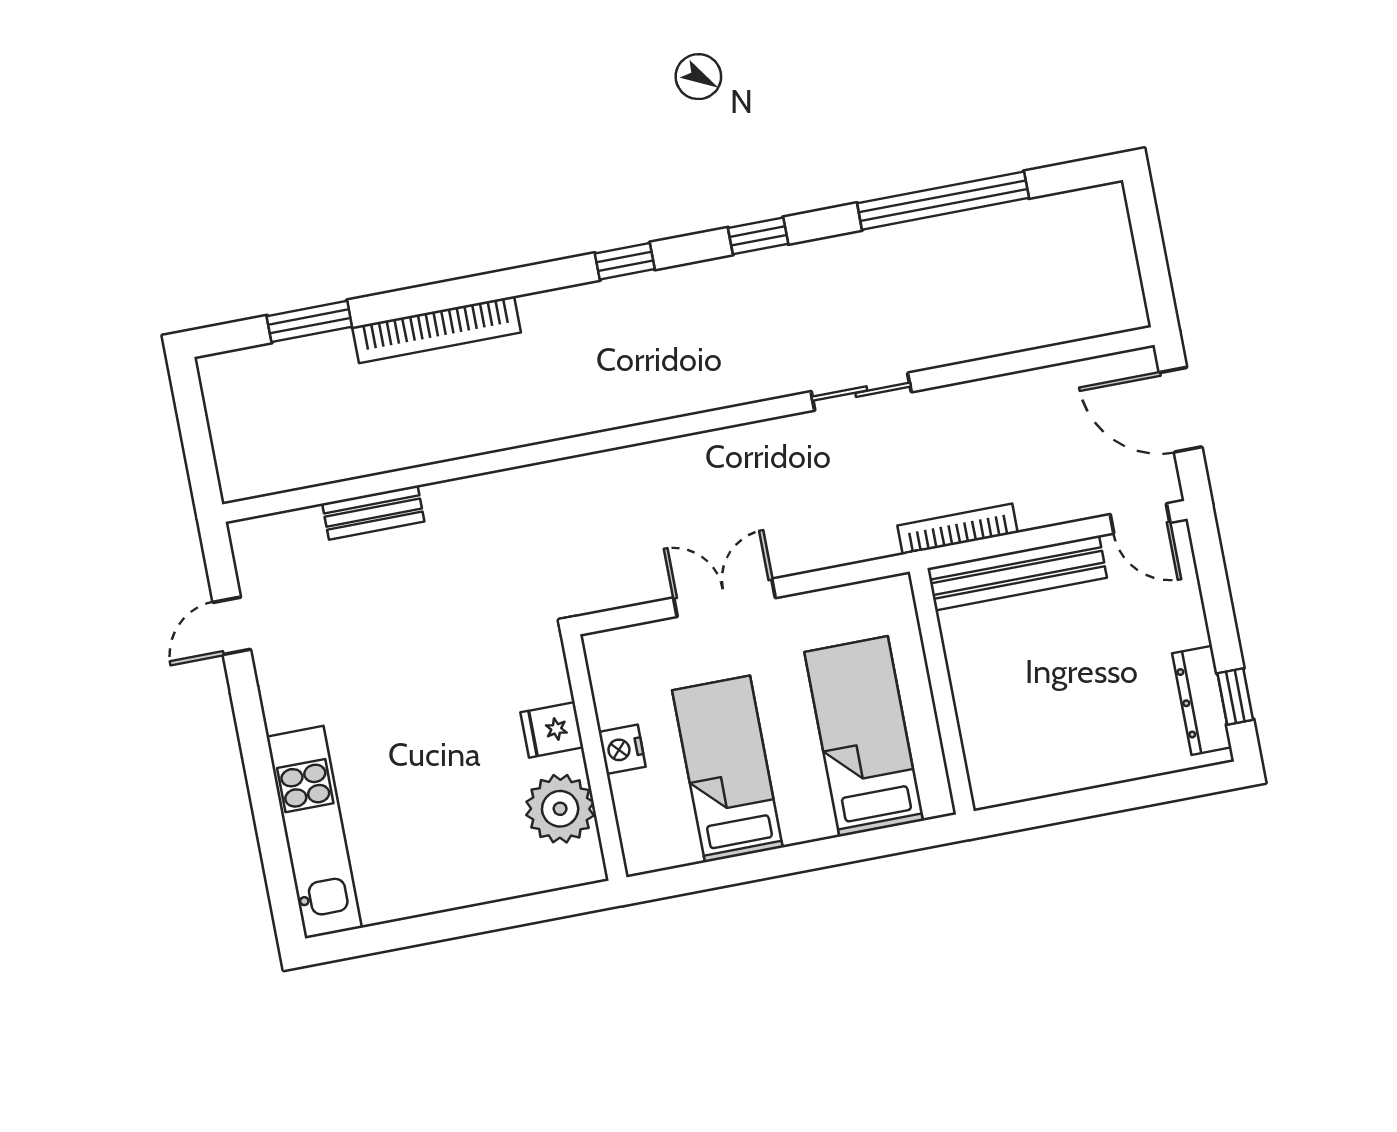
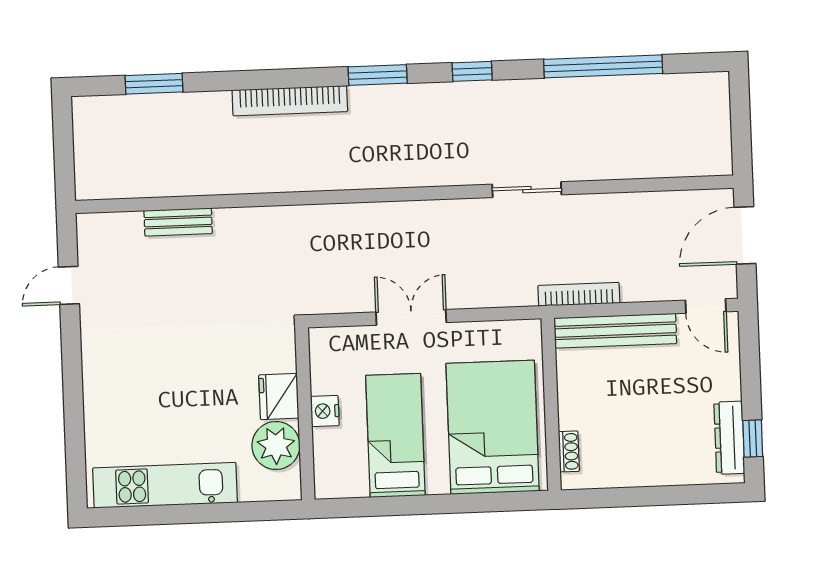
window: (625, 261) -> (378, 75), width x1.50
bookcase: (437, 330) -> (290, 101), moved
door: (1181, 410) -> (745, 235), hinge flipped
fridge: (552, 730) -> (279, 397), width x1.38
bed: (864, 736) -> (493, 427), width x1.50
shoe rack: (977, 754) -> (569, 451), added
kitchen unit: (314, 832) -> (165, 485), moved, turned -90

